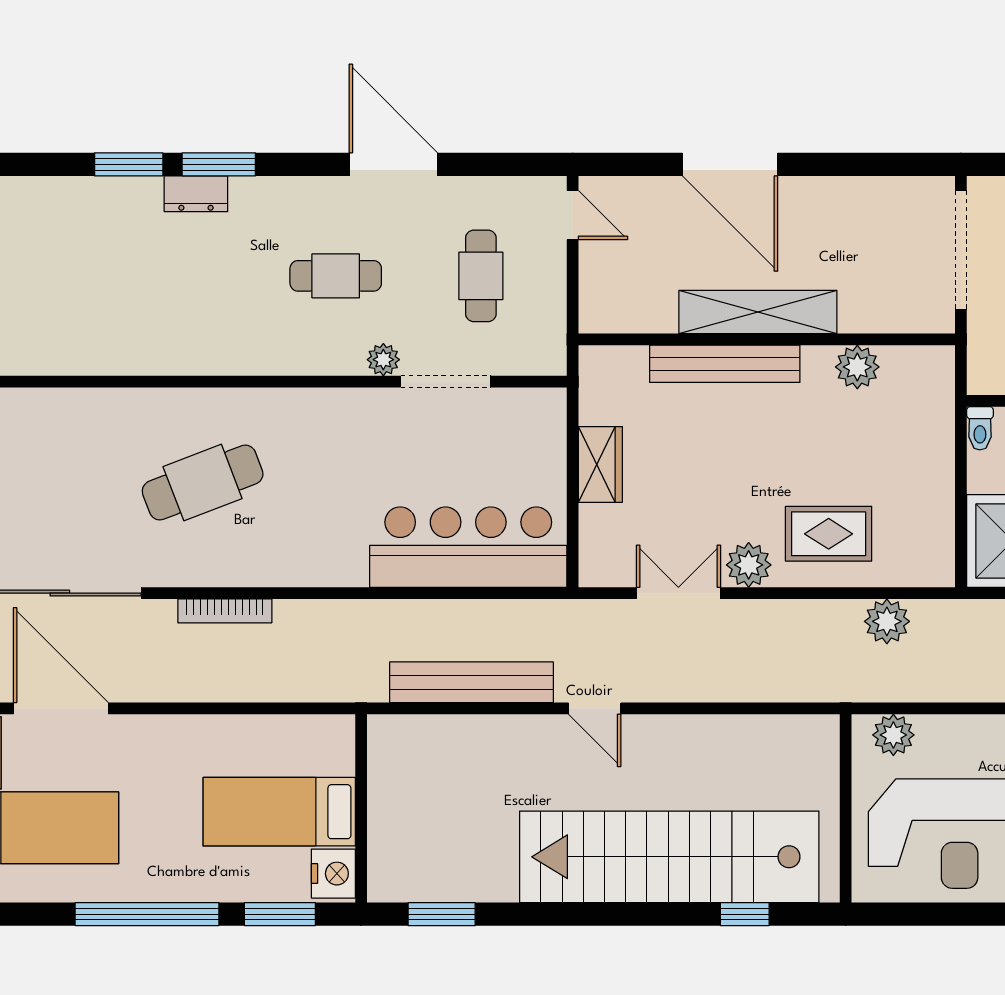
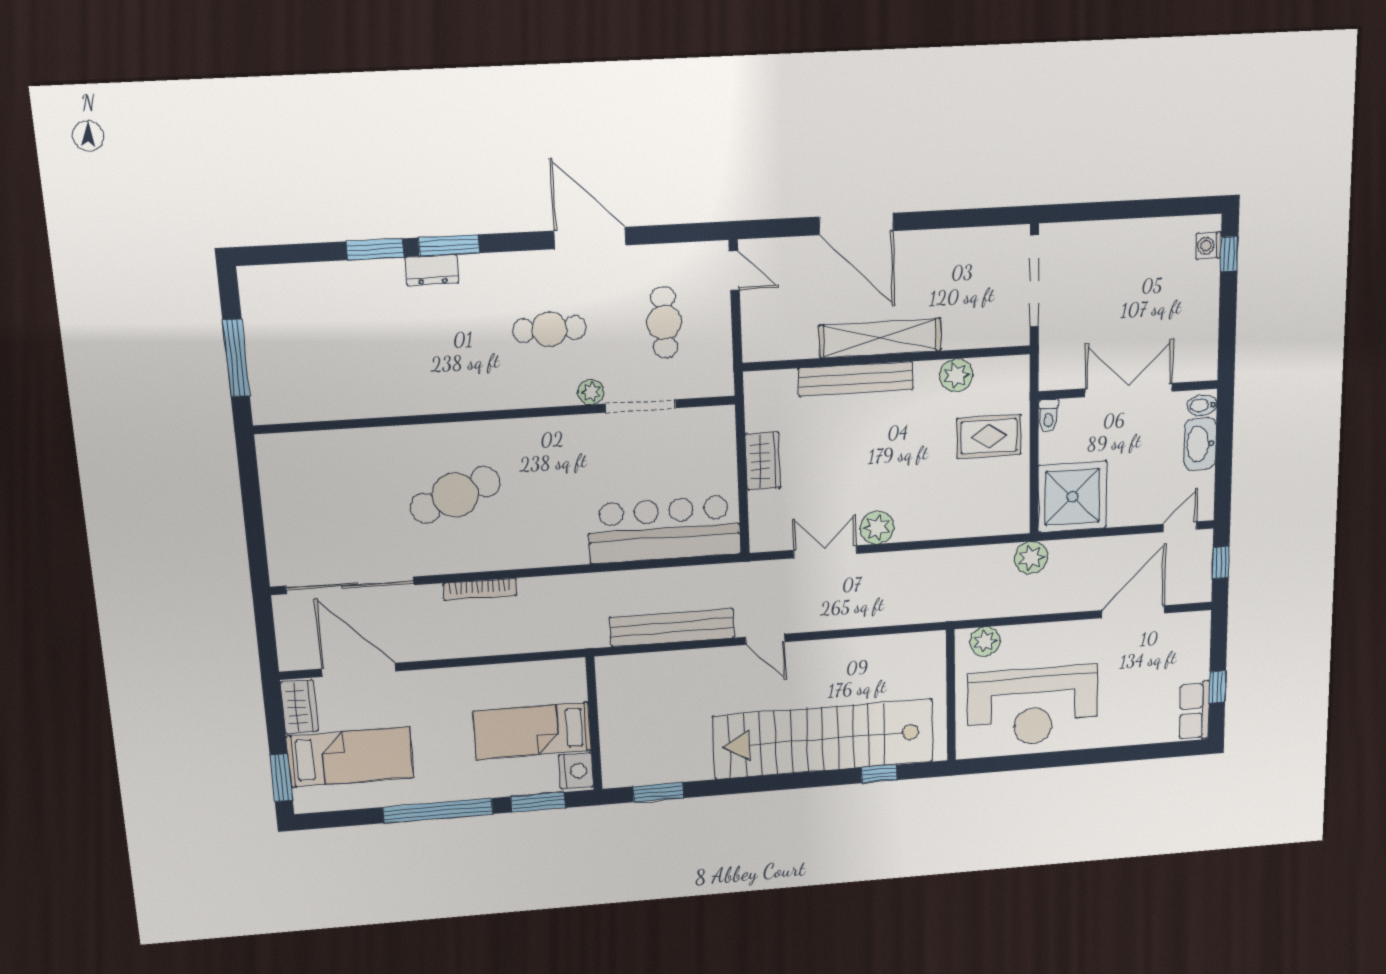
rug: (829, 534) -> (989, 436), moved
plant: (887, 621) -> (1031, 558), moved

